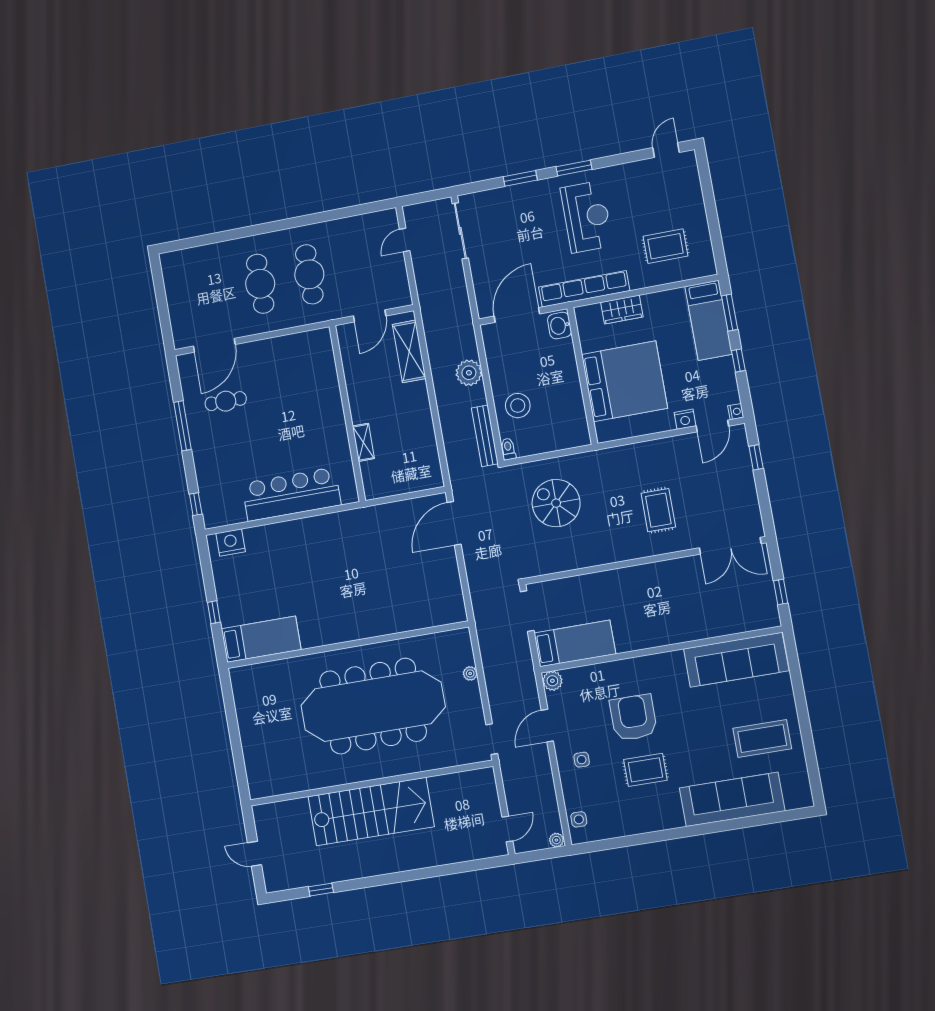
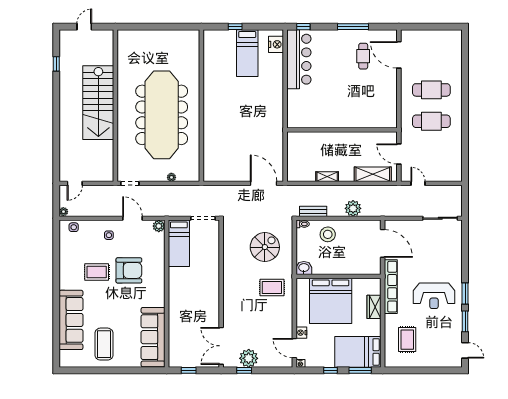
window: (520, 178) -> (465, 321), moved
door: (405, 240) -> (418, 183), moved
bed: (709, 320) -> (358, 352), width x1.50
washbasin: (560, 326) -> (304, 268), moved
bench: (485, 436) -> (313, 211), width x0.73
shelving: (363, 442) -> (327, 177), moved
window: (756, 457) -> (244, 370), moved
bar counter: (291, 494) -> (299, 59), moved
plant: (743, 497) -> (249, 358), added
rug: (658, 510) -> (272, 288), moved
bed: (261, 639) -> (247, 53), moved
rug: (645, 770) -> (97, 272), turned 90
door: (507, 829) -> (75, 183), hinge flipped

